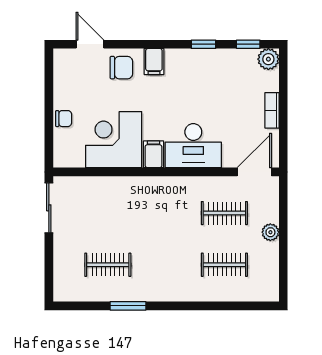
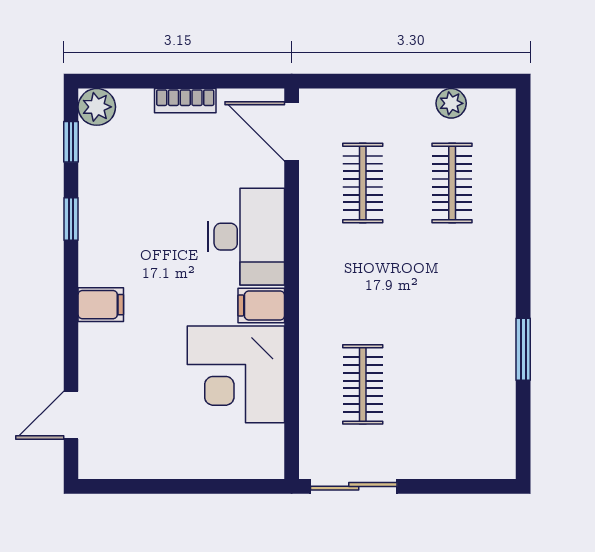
chair: (121, 68) -> (111, 361), removed
chair: (64, 119) -> (199, 461), removed
plant: (270, 232) -> (451, 103), moved
clothes rail: (108, 265) -> (363, 384), moved

